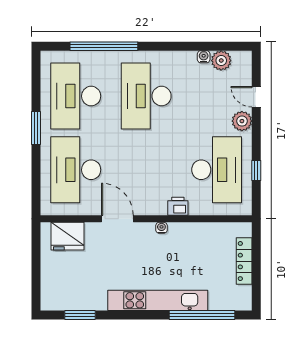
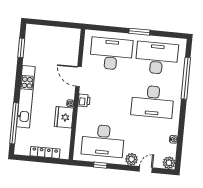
plant: (221, 61) -> (169, 163), moved
desk: (146, 96) -> (153, 102), turned 180
printer: (178, 206) -> (84, 100), moved
door: (117, 219) -> (79, 77), swing flipped
fridge: (68, 236) -> (64, 117), moved

